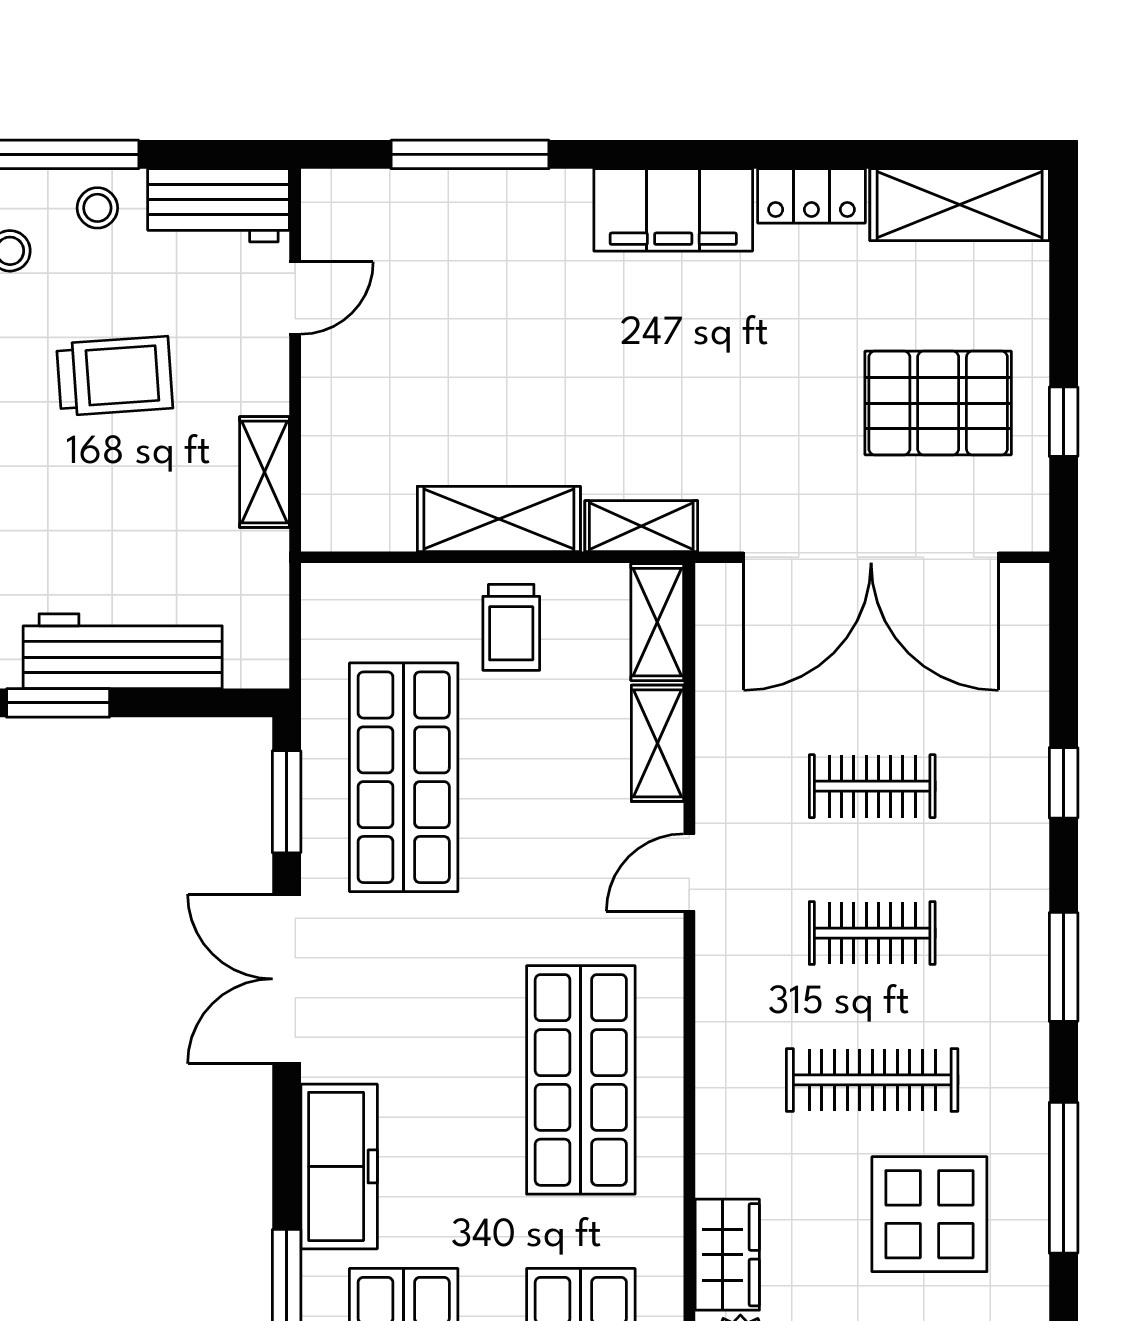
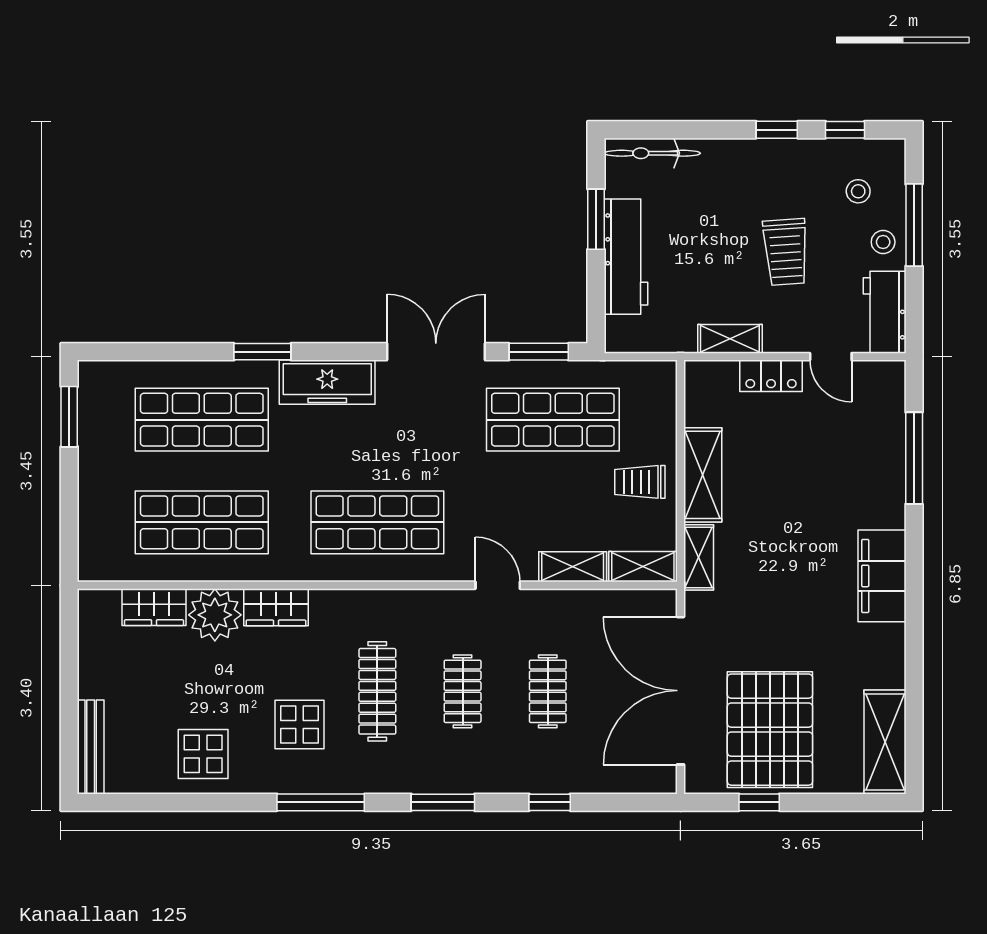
locker: (811, 196) -> (771, 376), moved, turned -90
pallet: (938, 403) -> (770, 730), width x1.37, depth x1.41
display table: (929, 1214) -> (299, 725), width x0.73, depth x0.73

